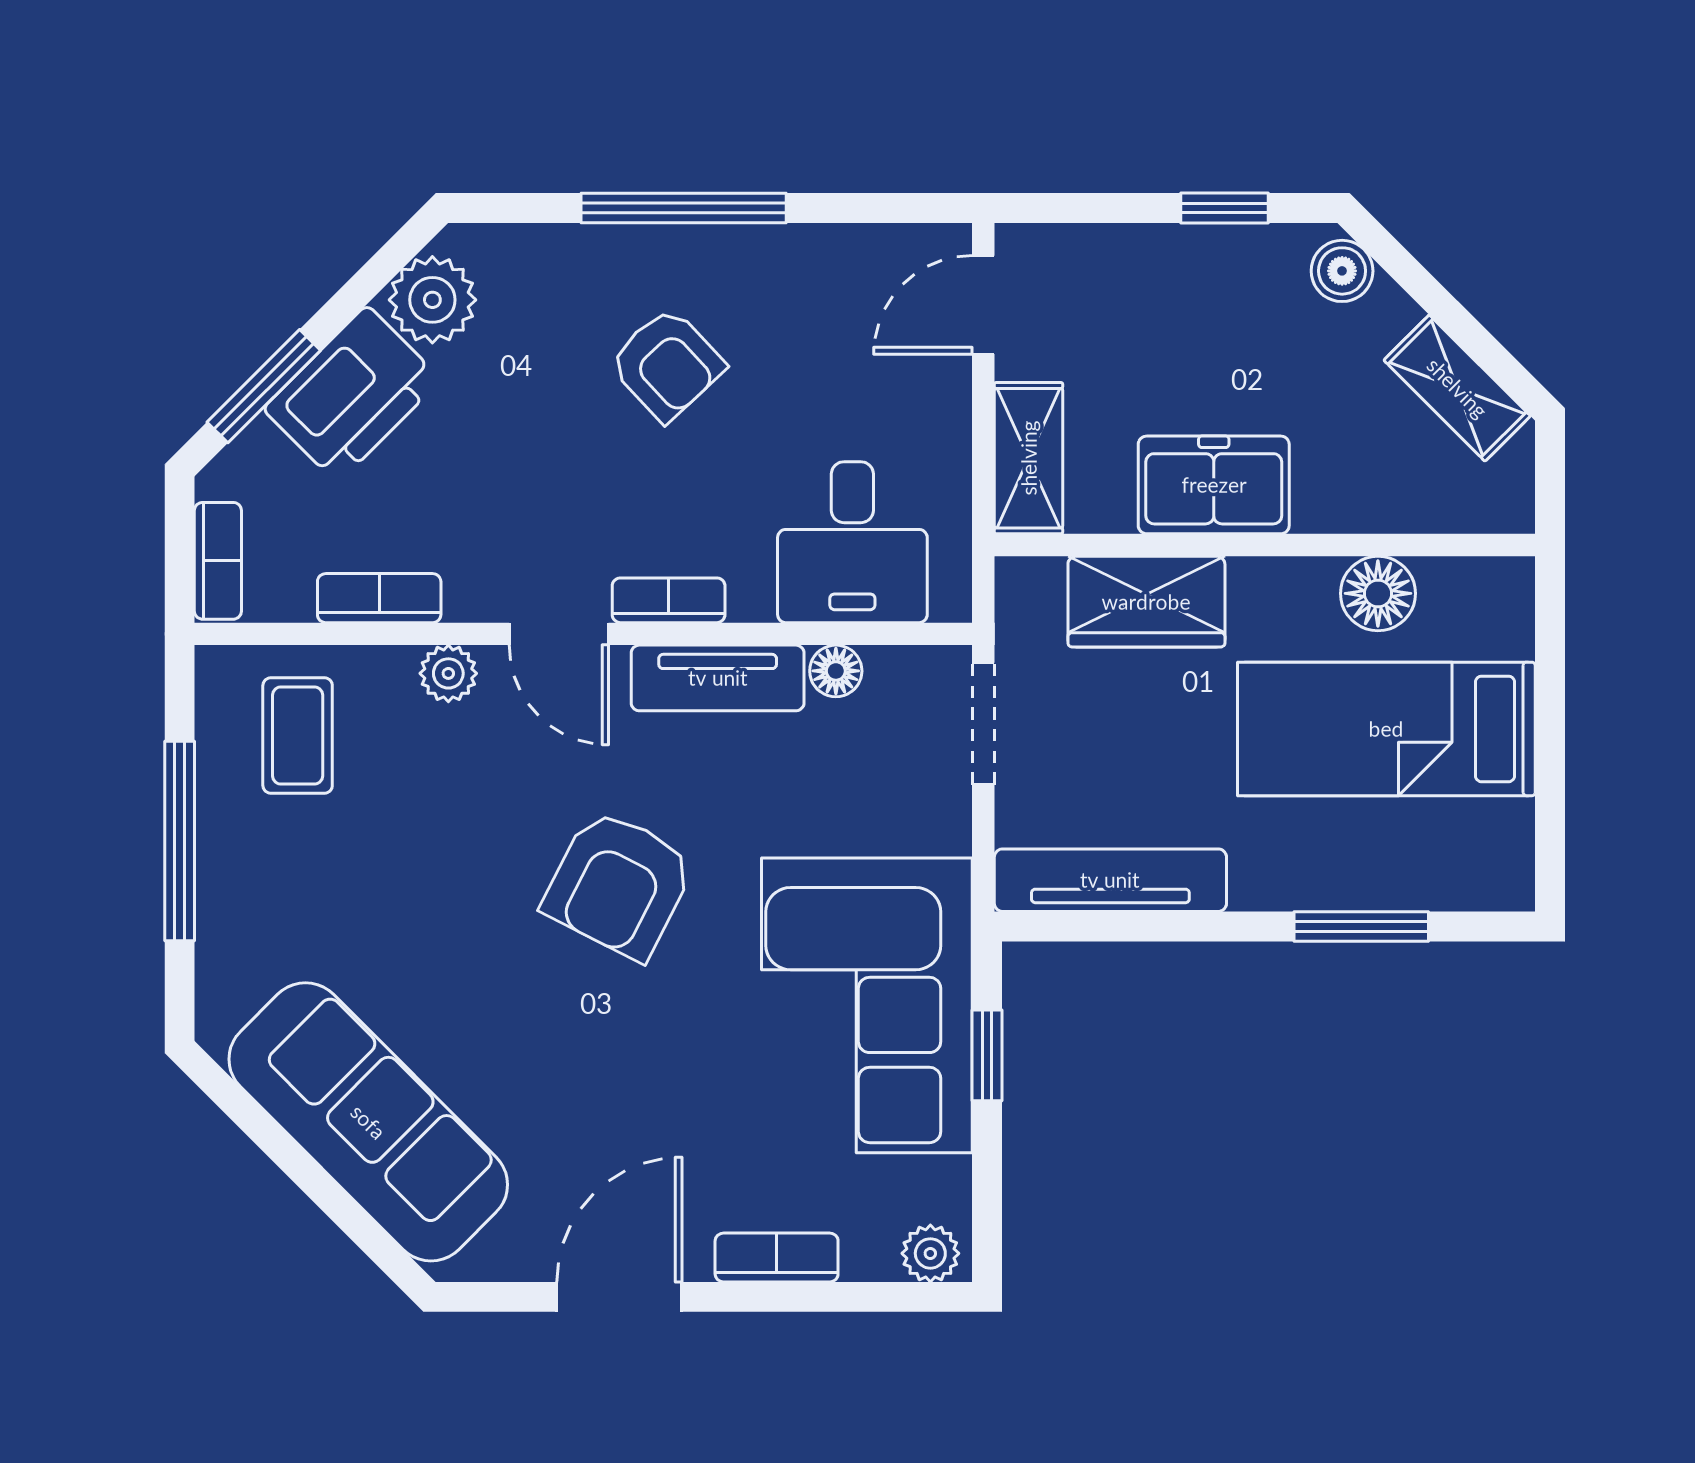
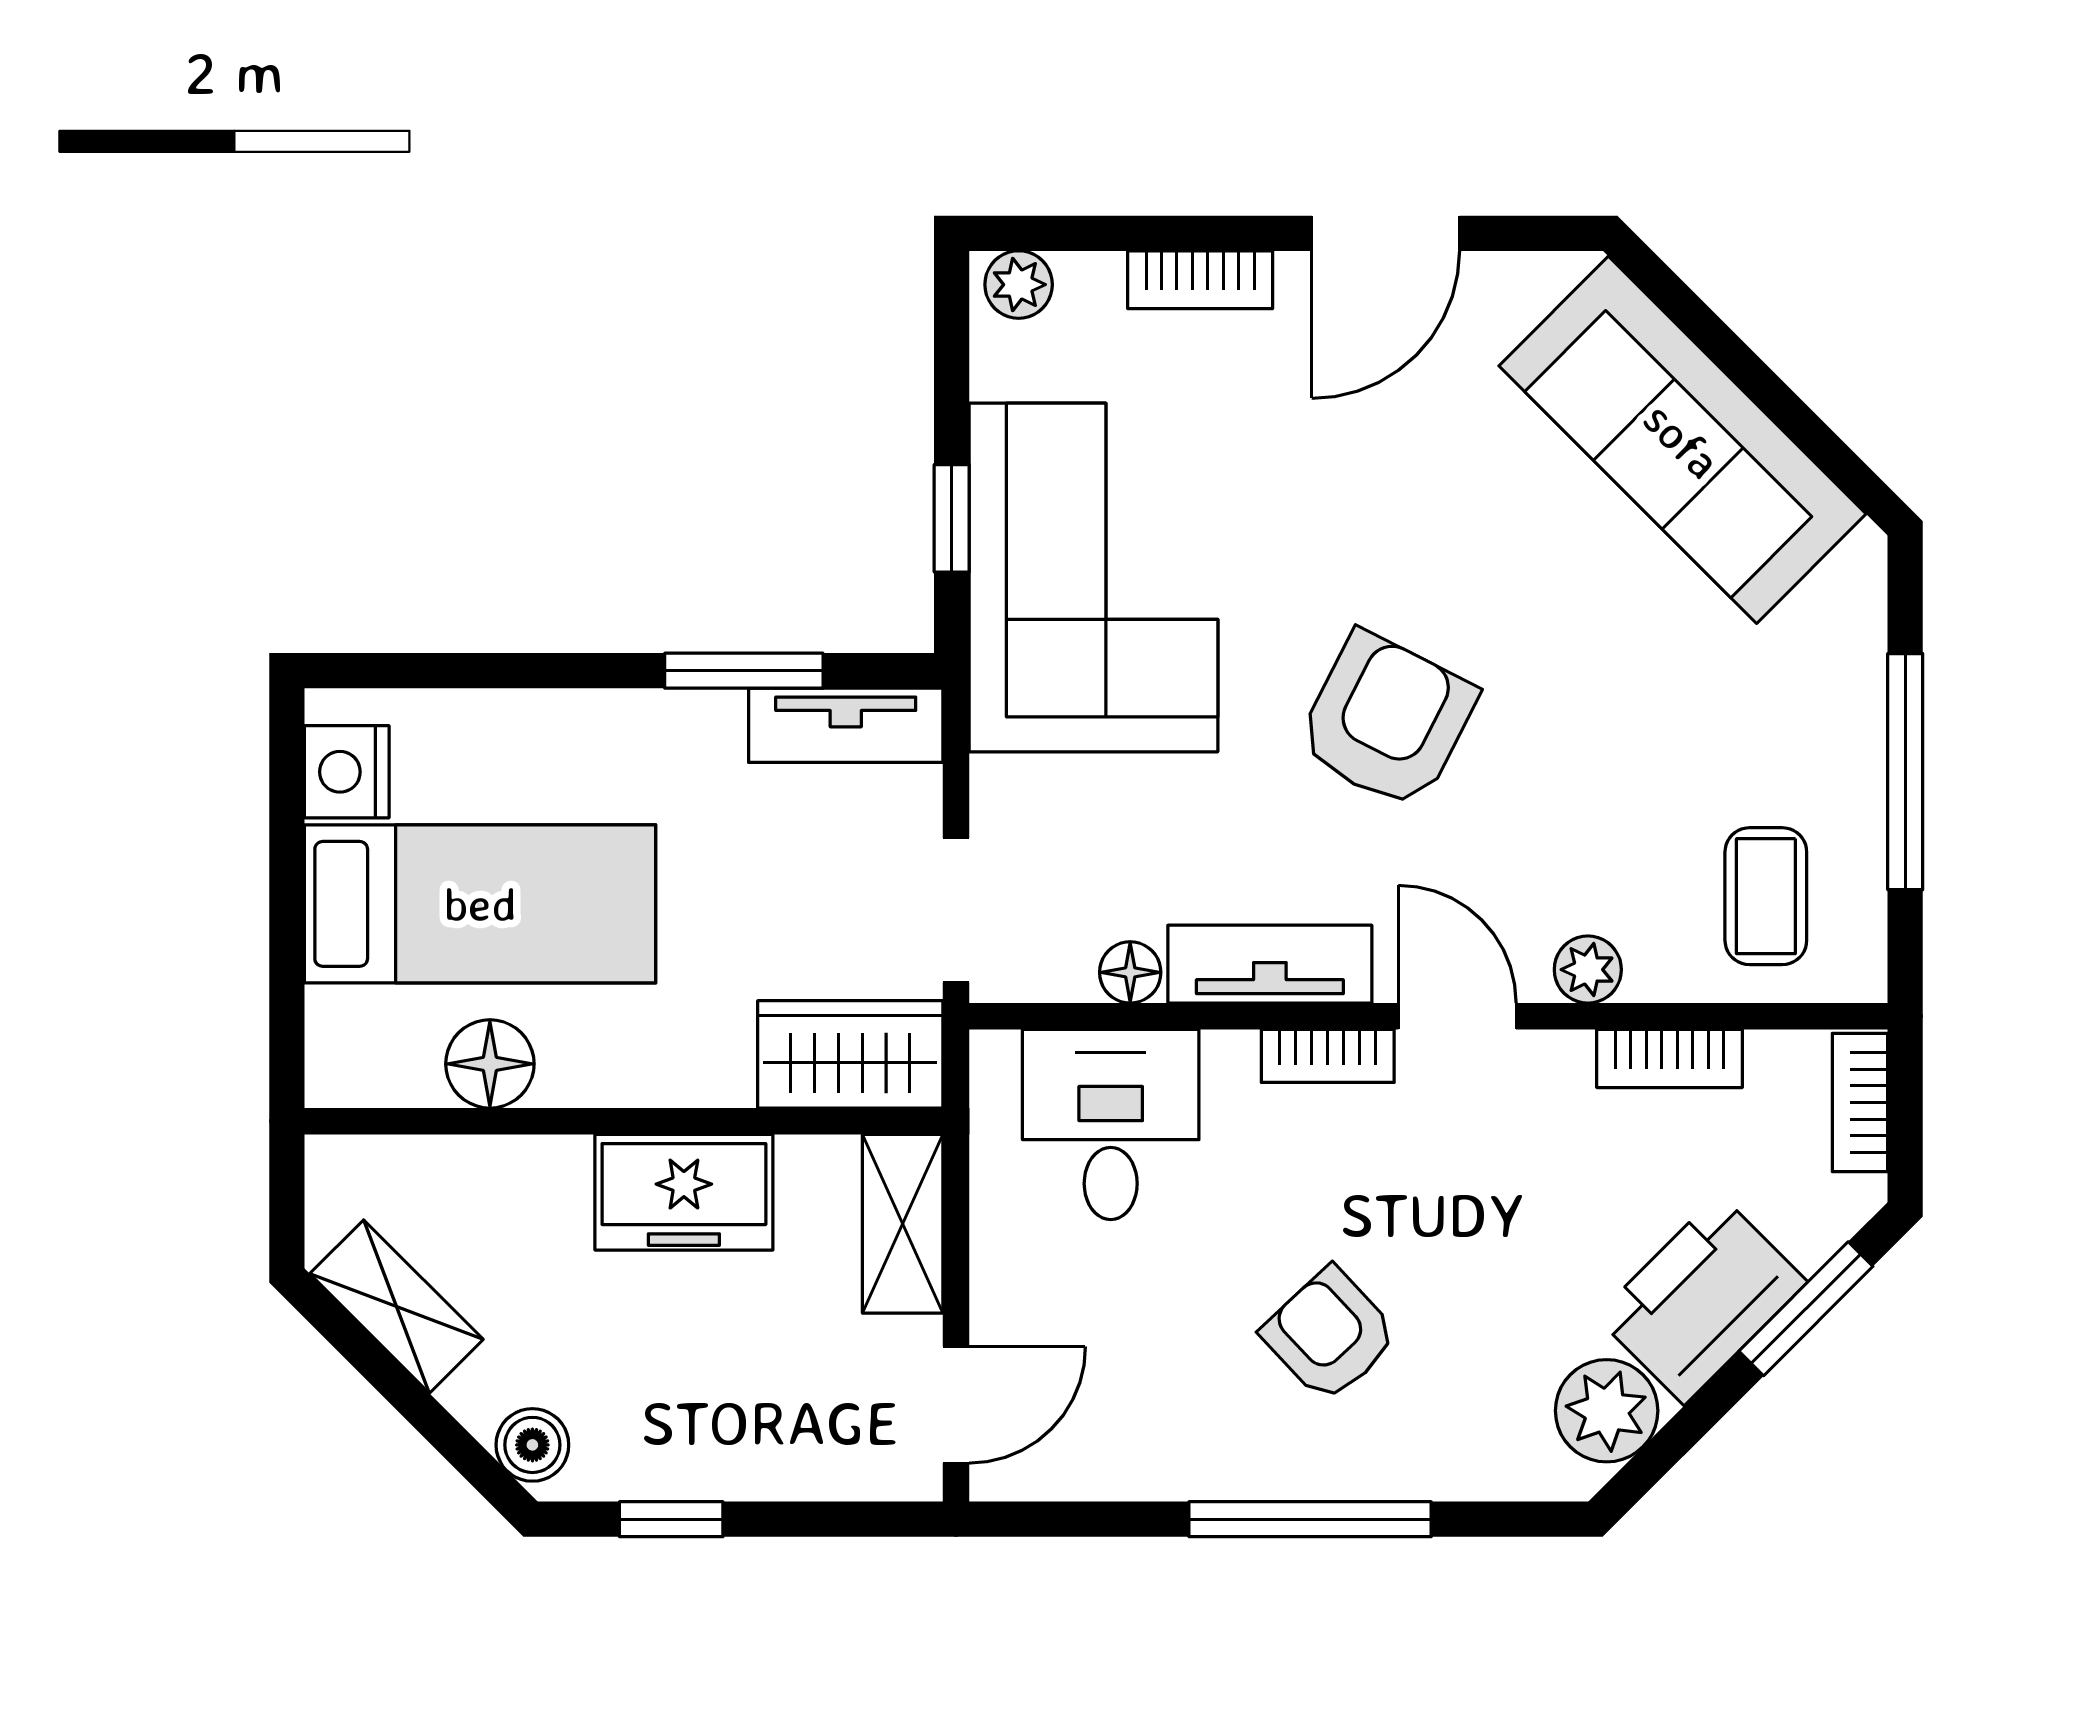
wardrobe: (1146, 602) -> (850, 1054), moved
nightstand: (1499, 841) -> (347, 772), added
tv unit: (1110, 880) -> (846, 725), width x0.71
window: (1361, 926) -> (744, 671), moved

